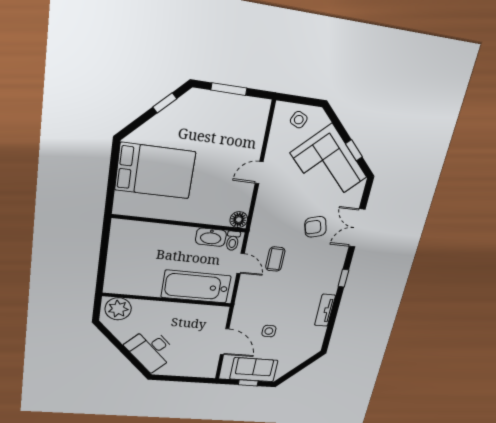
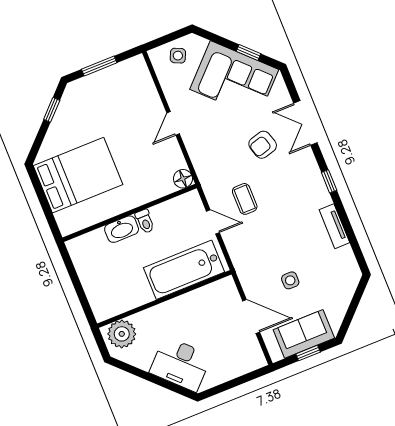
washbasin: (211, 237) -> (122, 229), moved
toilet: (233, 241) -> (145, 221), moved

